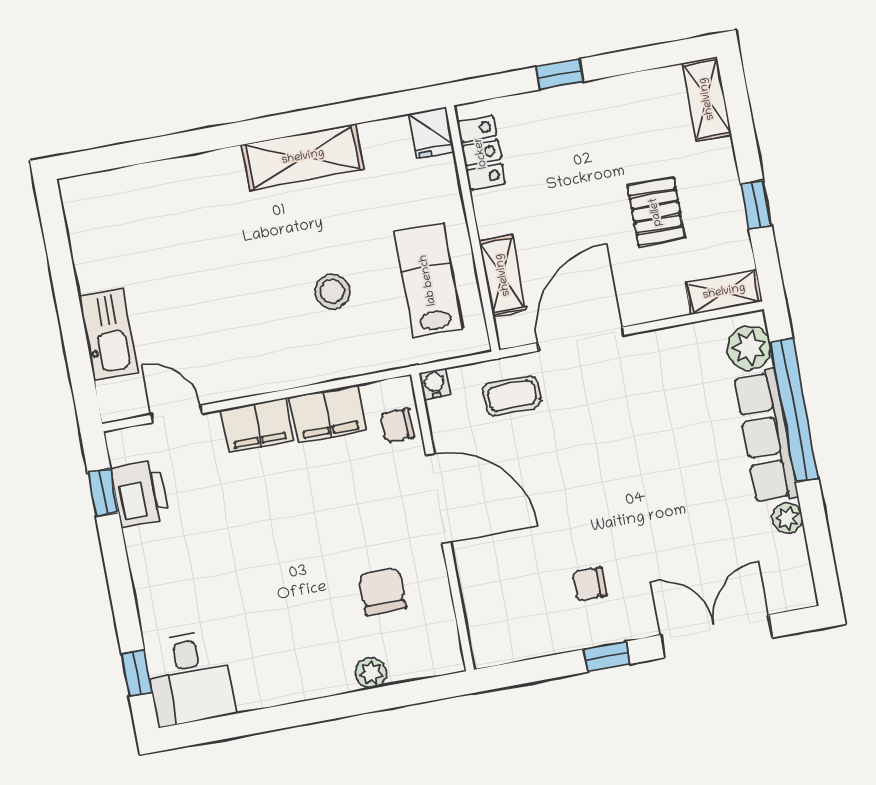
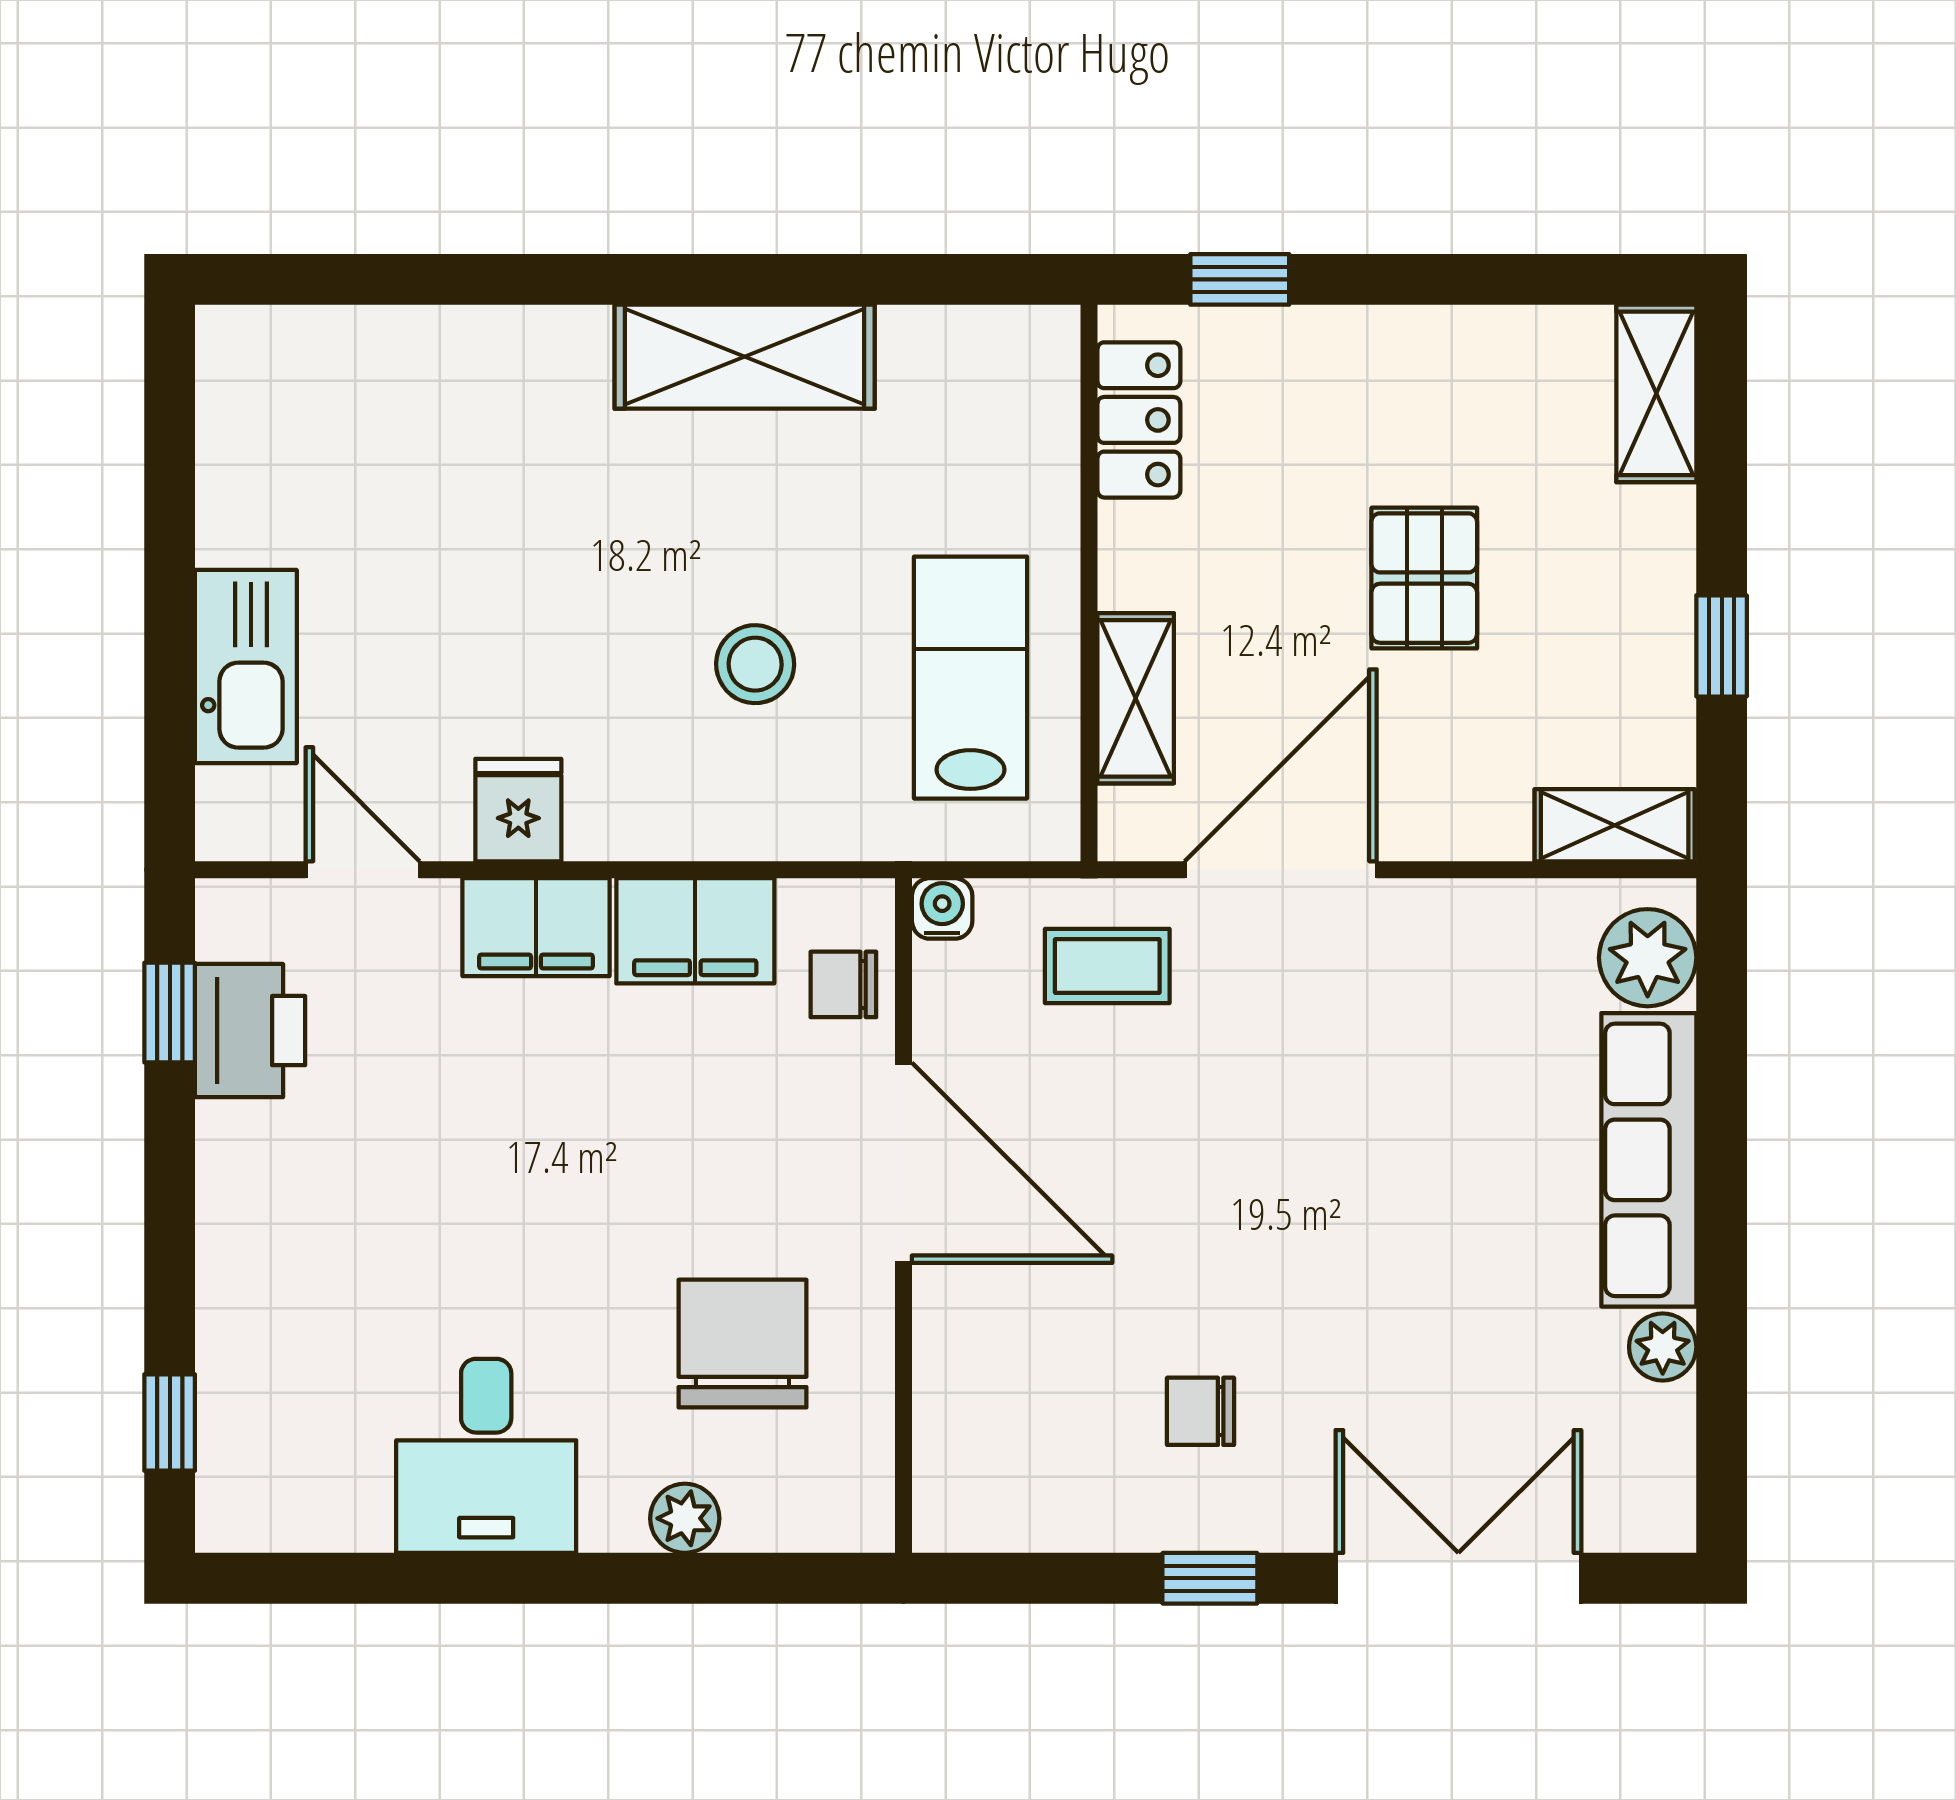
window: (560, 74) -> (1240, 279), moved
fridge: (431, 133) -> (518, 810), moved, turned 180
pallet: (656, 212) -> (1424, 578), moved
window: (794, 410) -> (1722, 1112), removed
chair: (382, 591) -> (742, 1344), width x1.37, depth x1.37
desk: (190, 678) -> (486, 1456), moved

